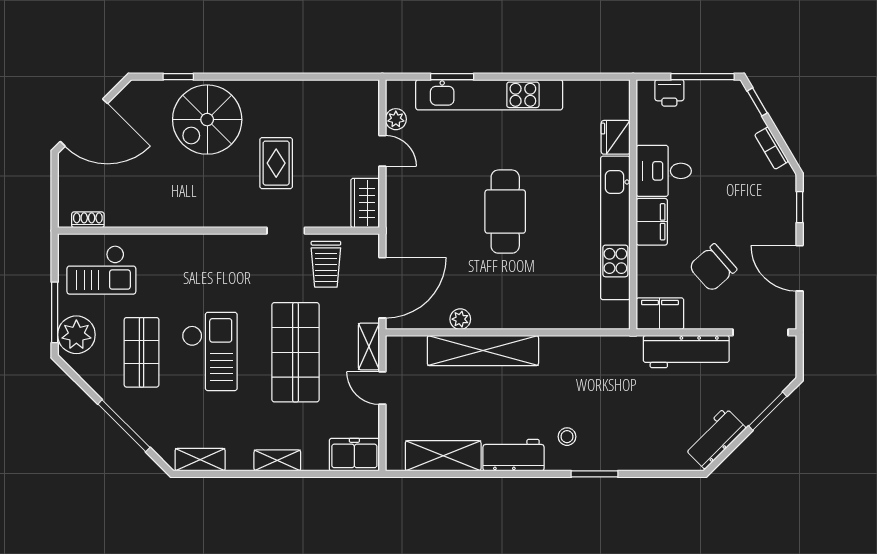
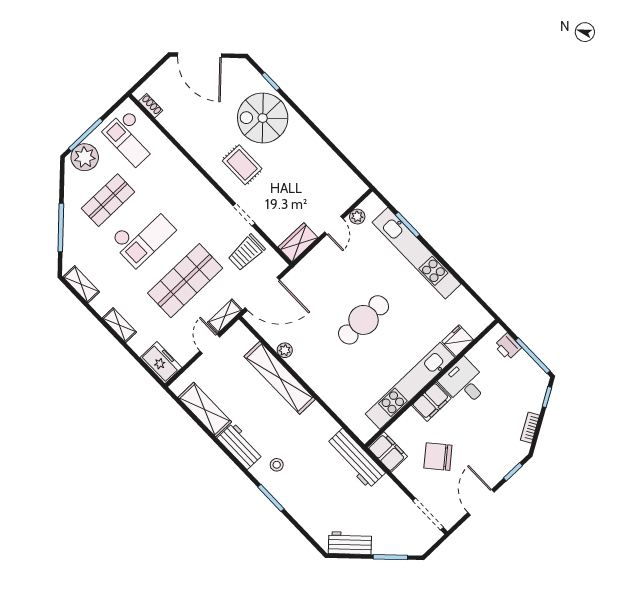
rug: (276, 163) -> (242, 165), moved, turned 90
workbench: (686, 352) -> (356, 458), moved

